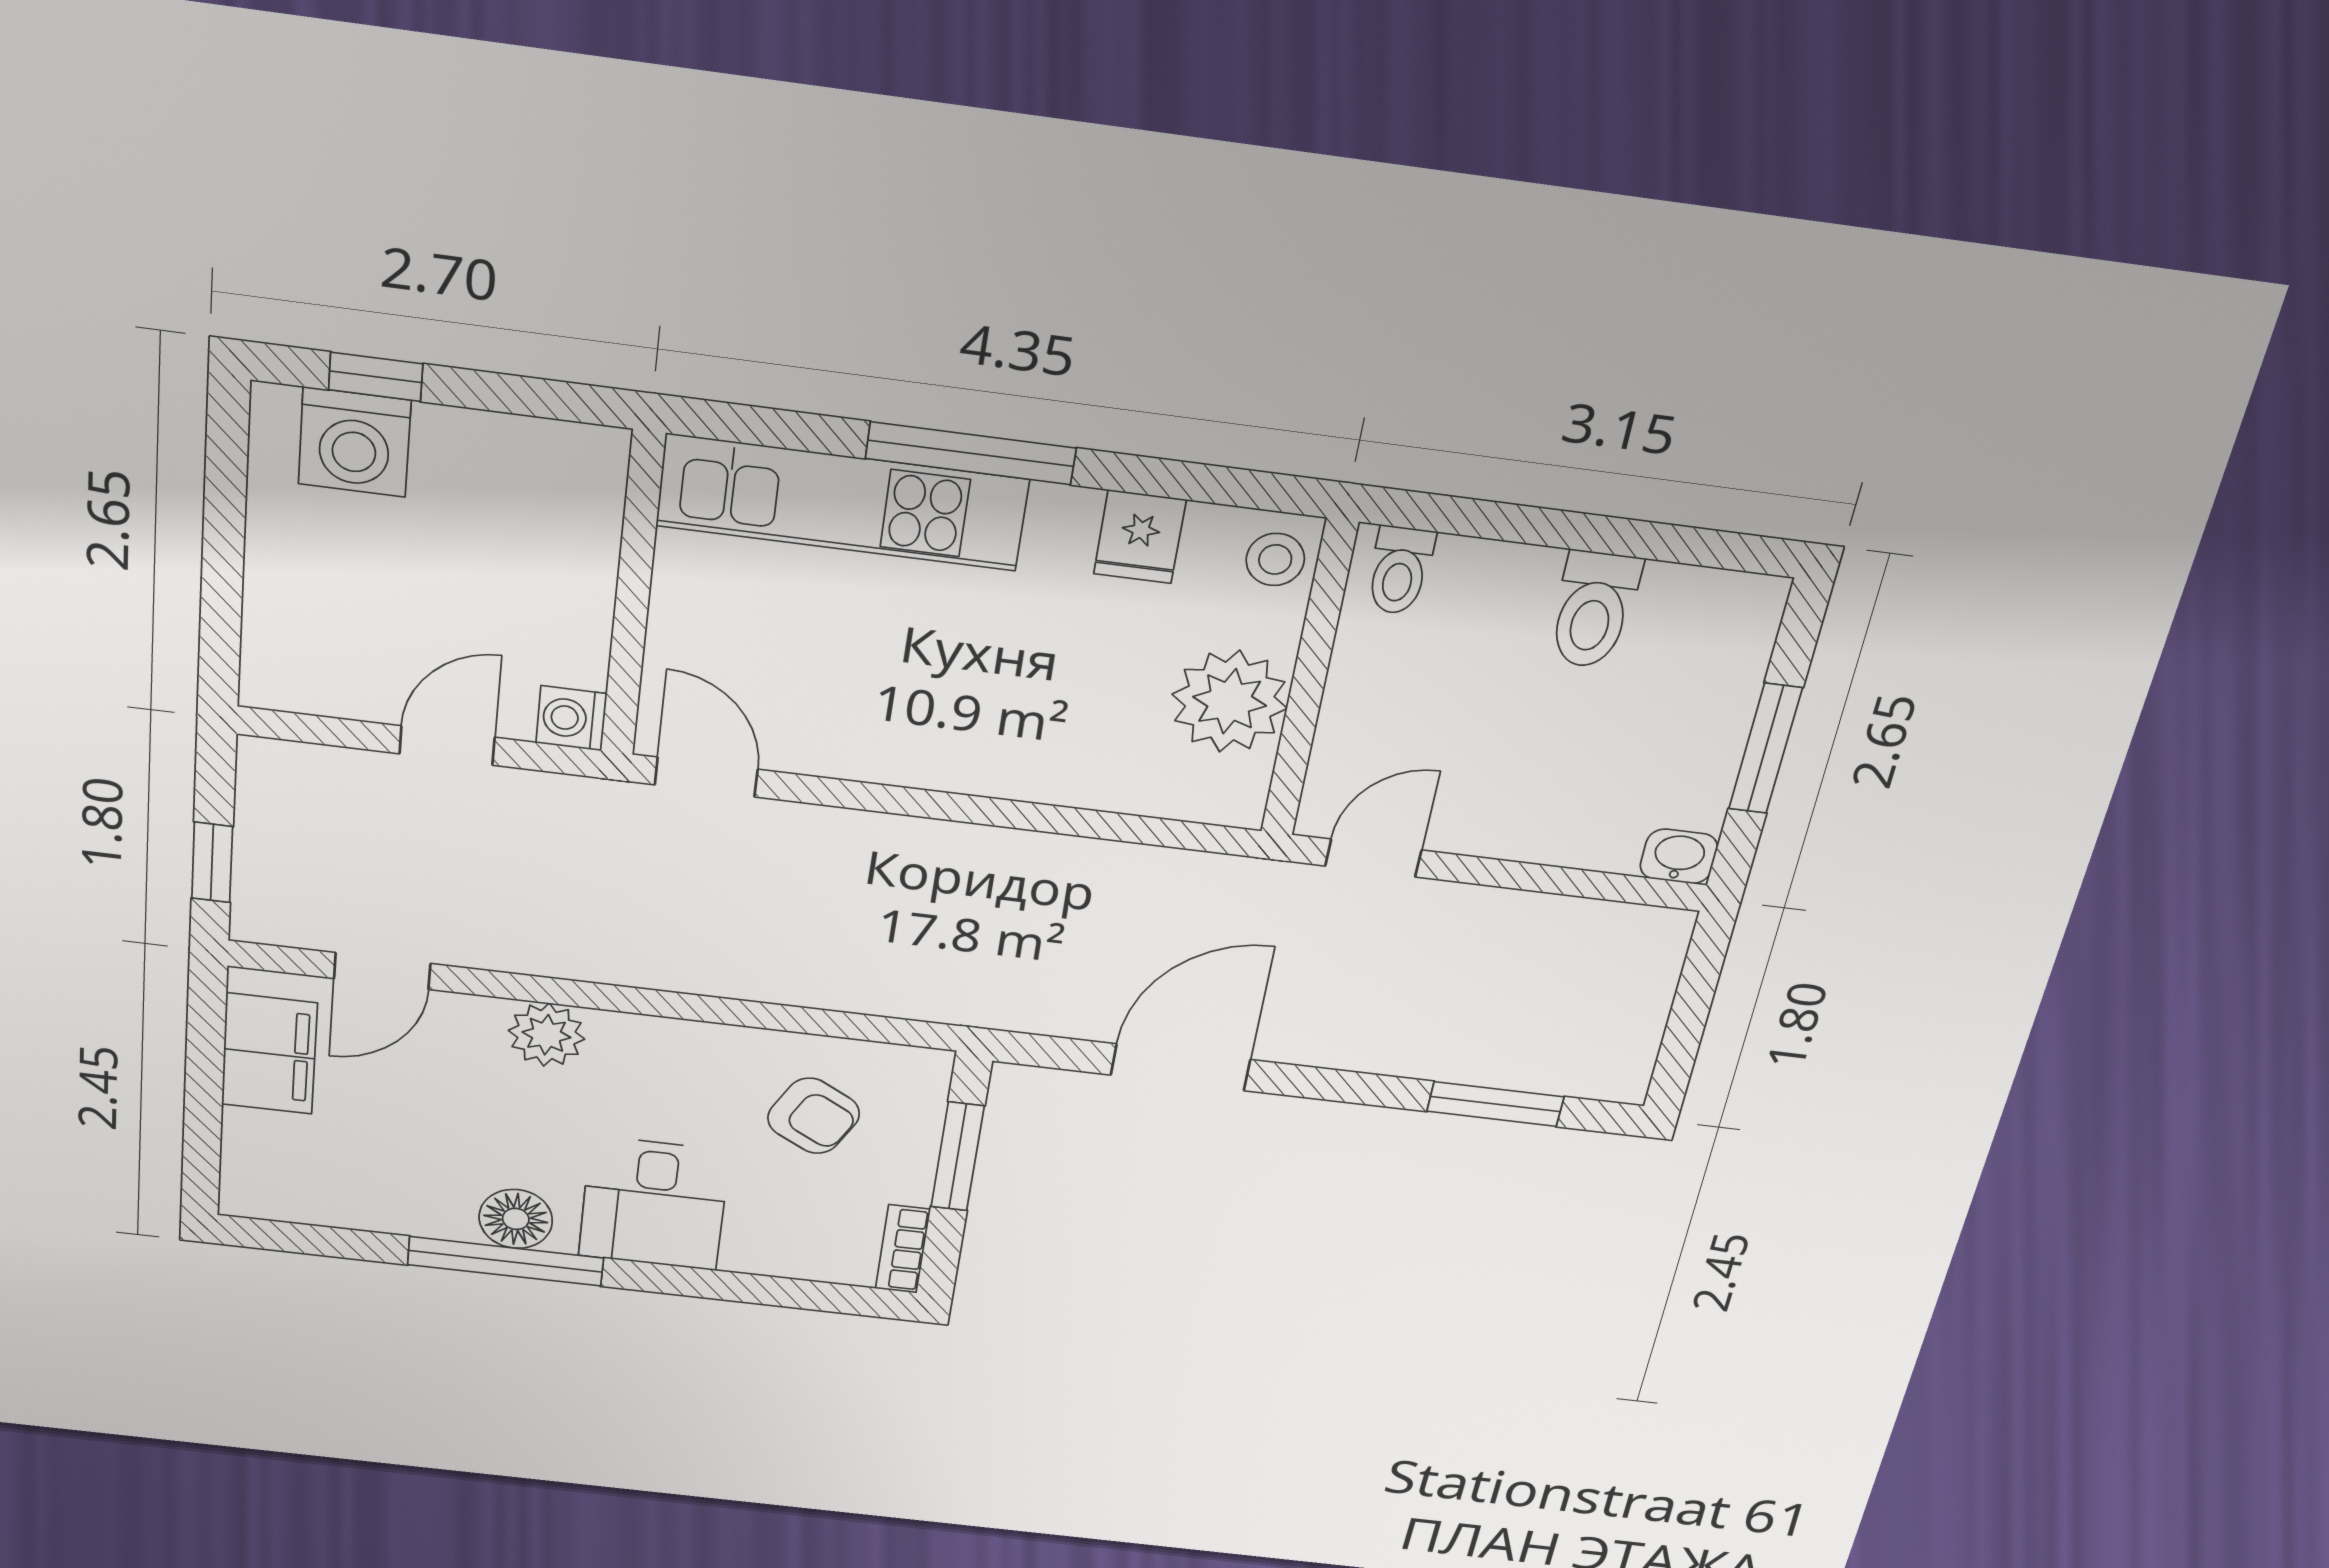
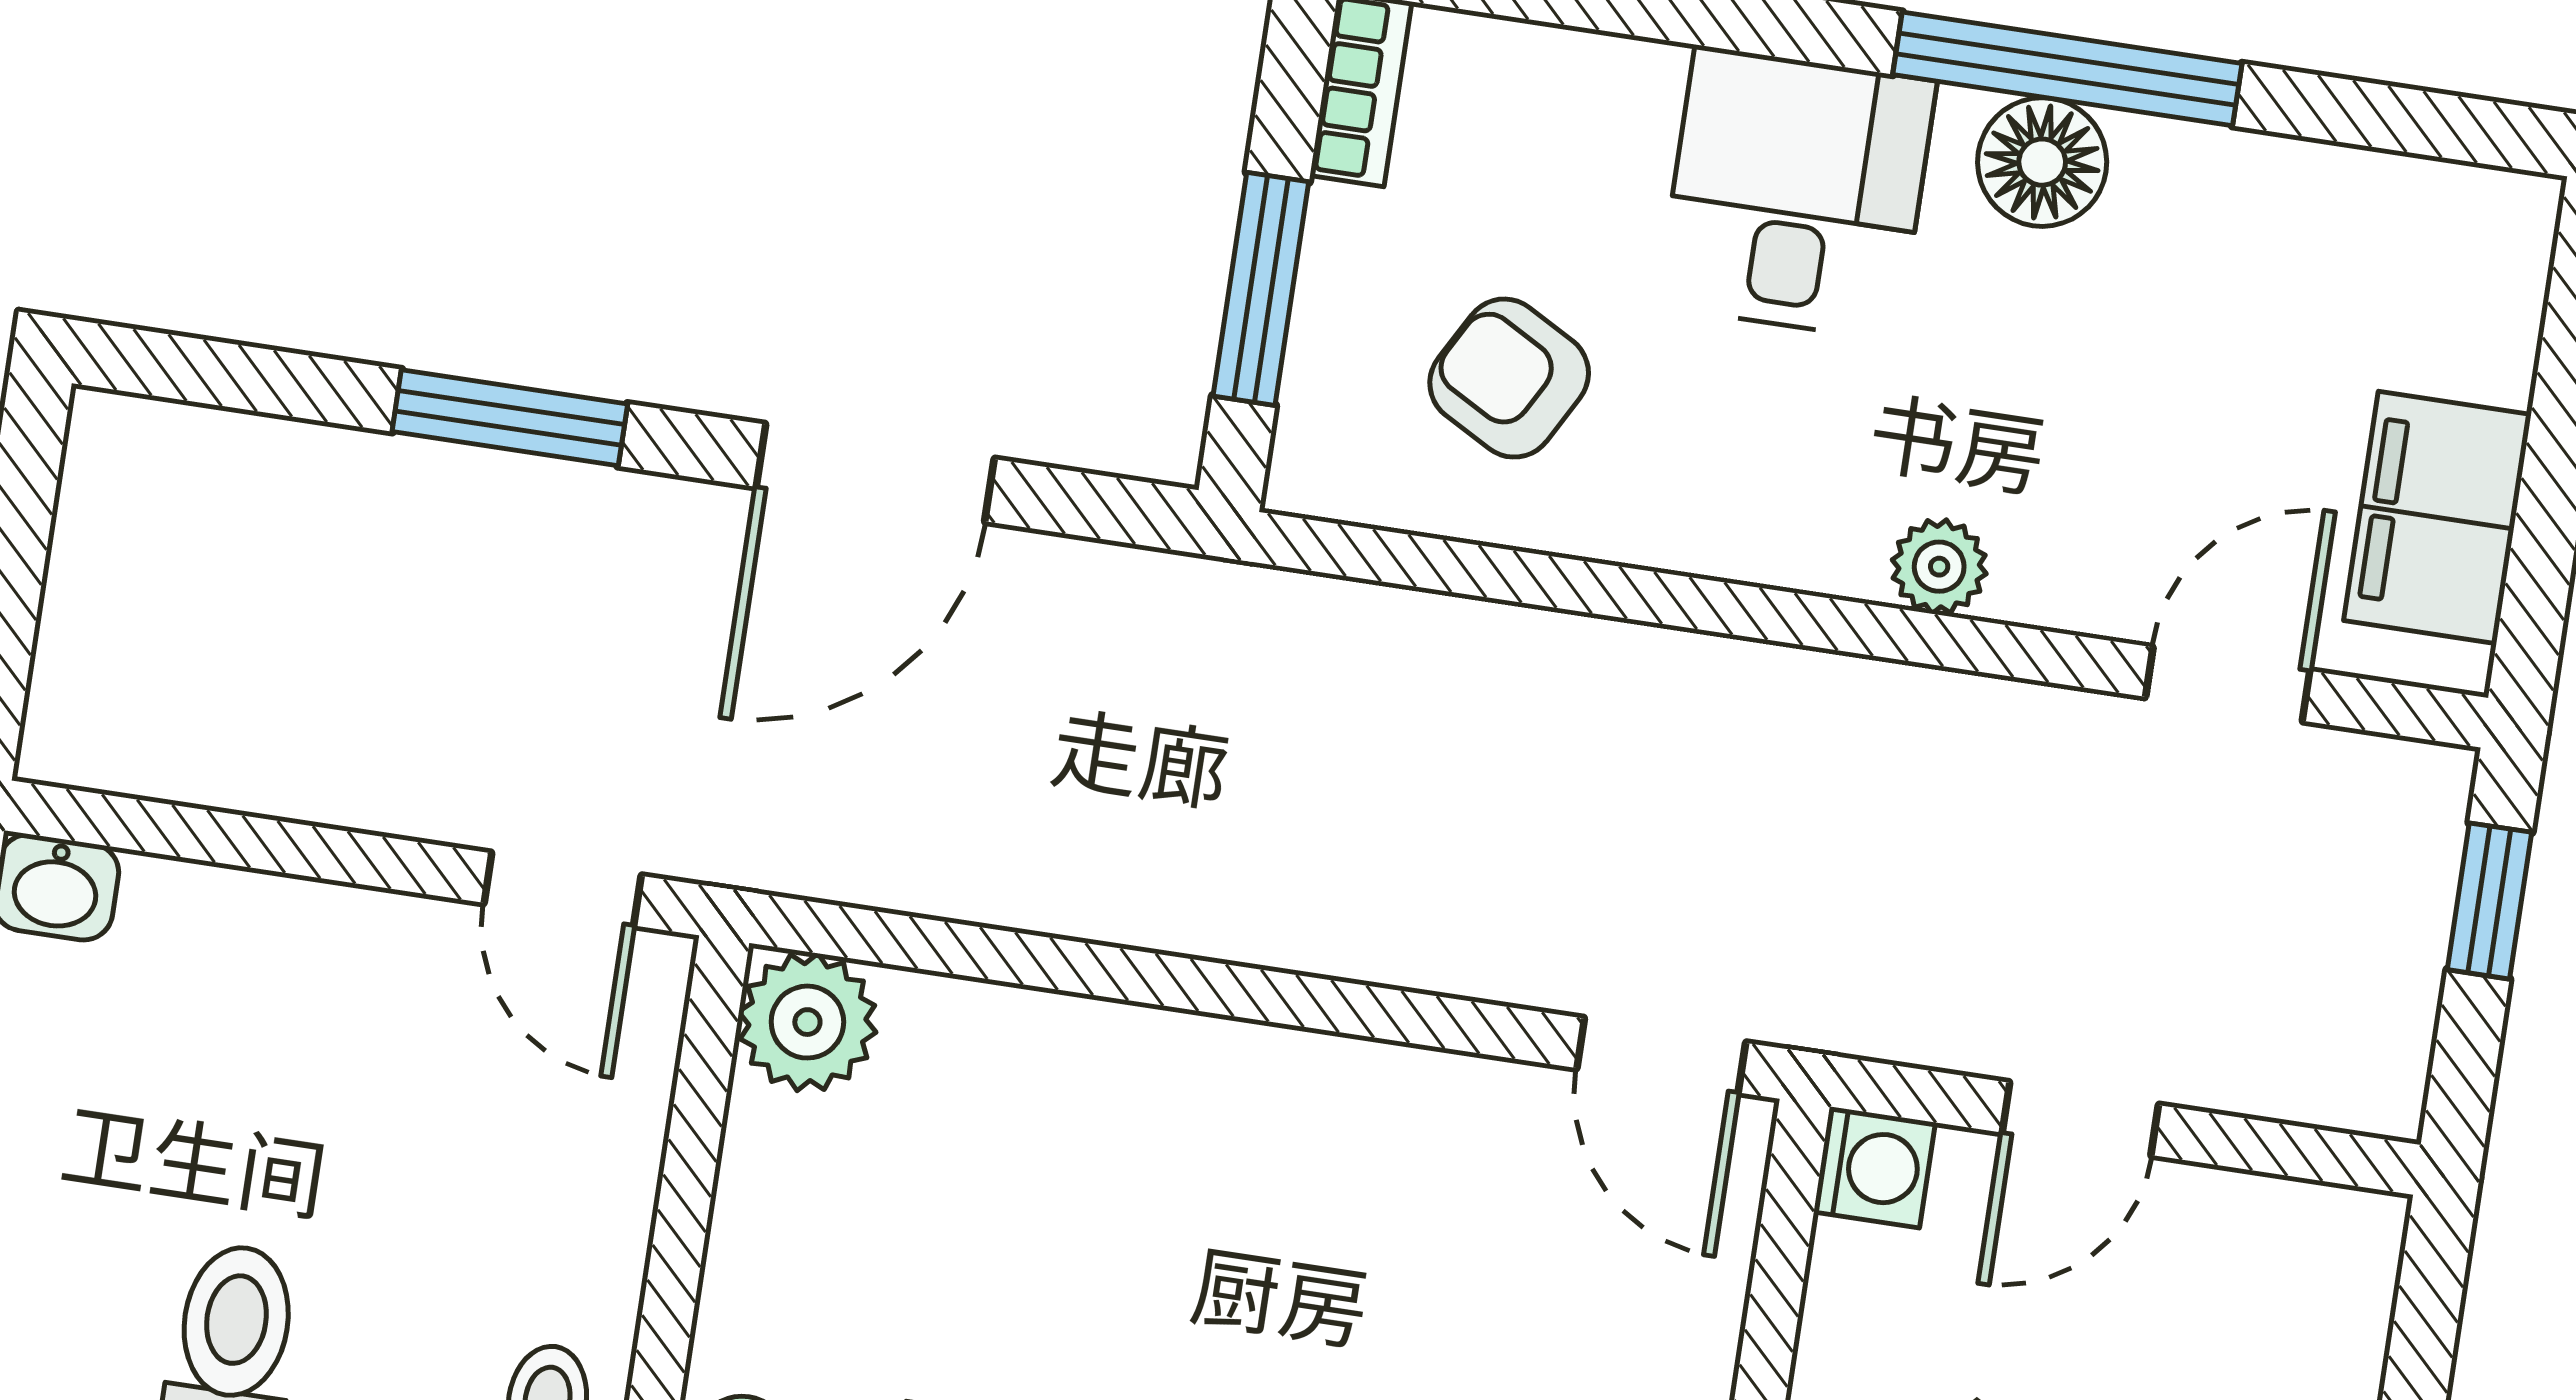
plant: (1230, 701) -> (807, 1022), moved, width x0.73, depth x0.73
door: (1373, 858) -> (563, 889), hinge flipped
plant: (546, 1035) -> (1939, 567), width x0.73, depth x0.73
window: (1495, 1104) -> (510, 418), moved

